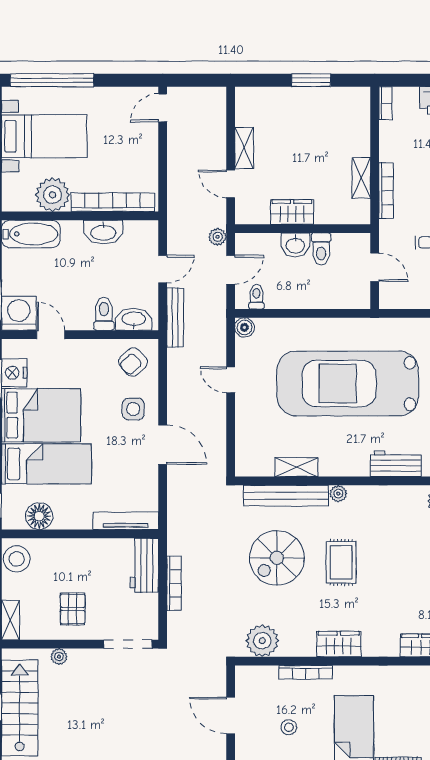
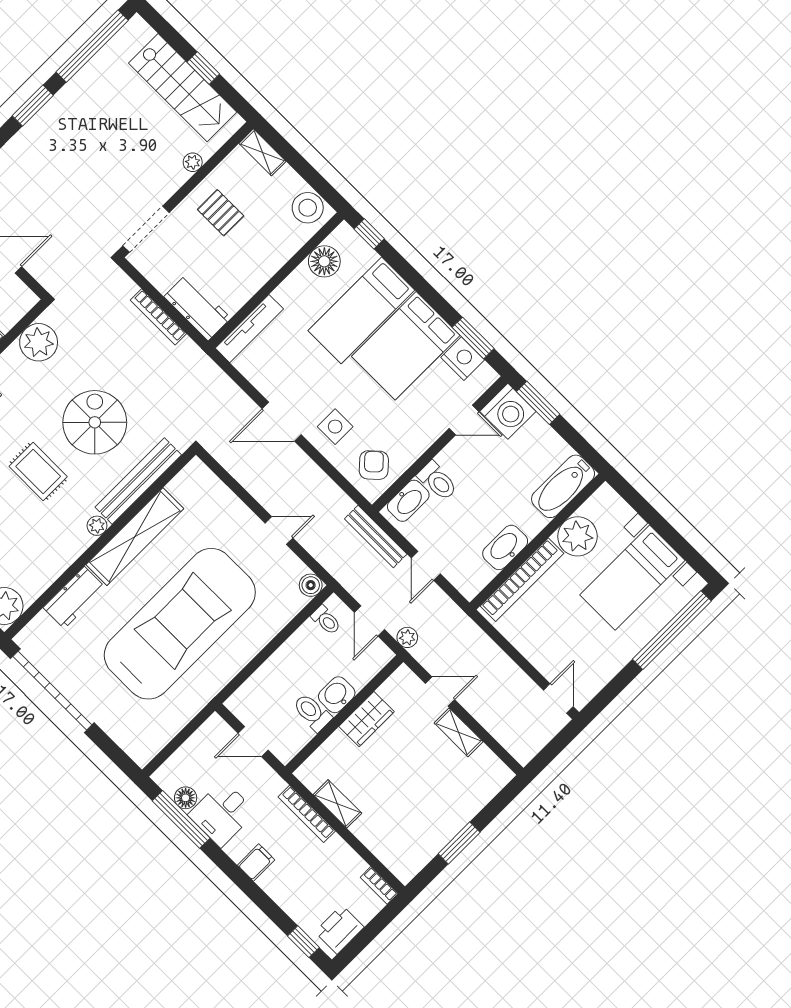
shelving: (296, 467) -> (135, 537), width x2.20, depth x1.33

